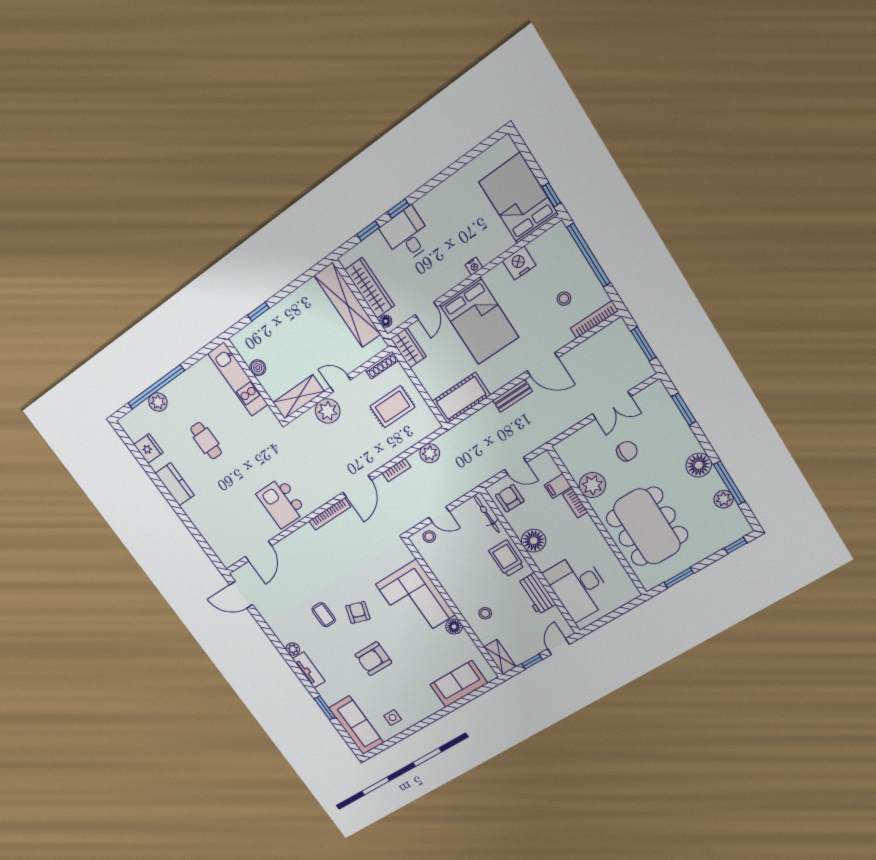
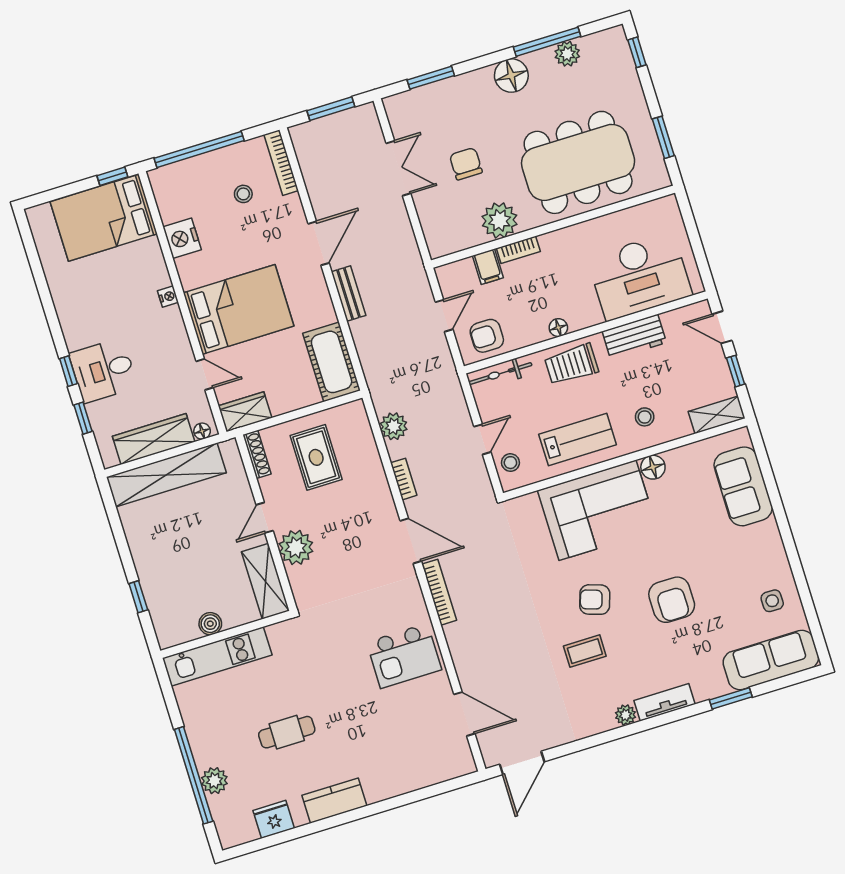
floor lamp: (534, 541) -> (558, 328), width x0.53, depth x0.53
lab bench: (458, 575) -> (578, 439), added

